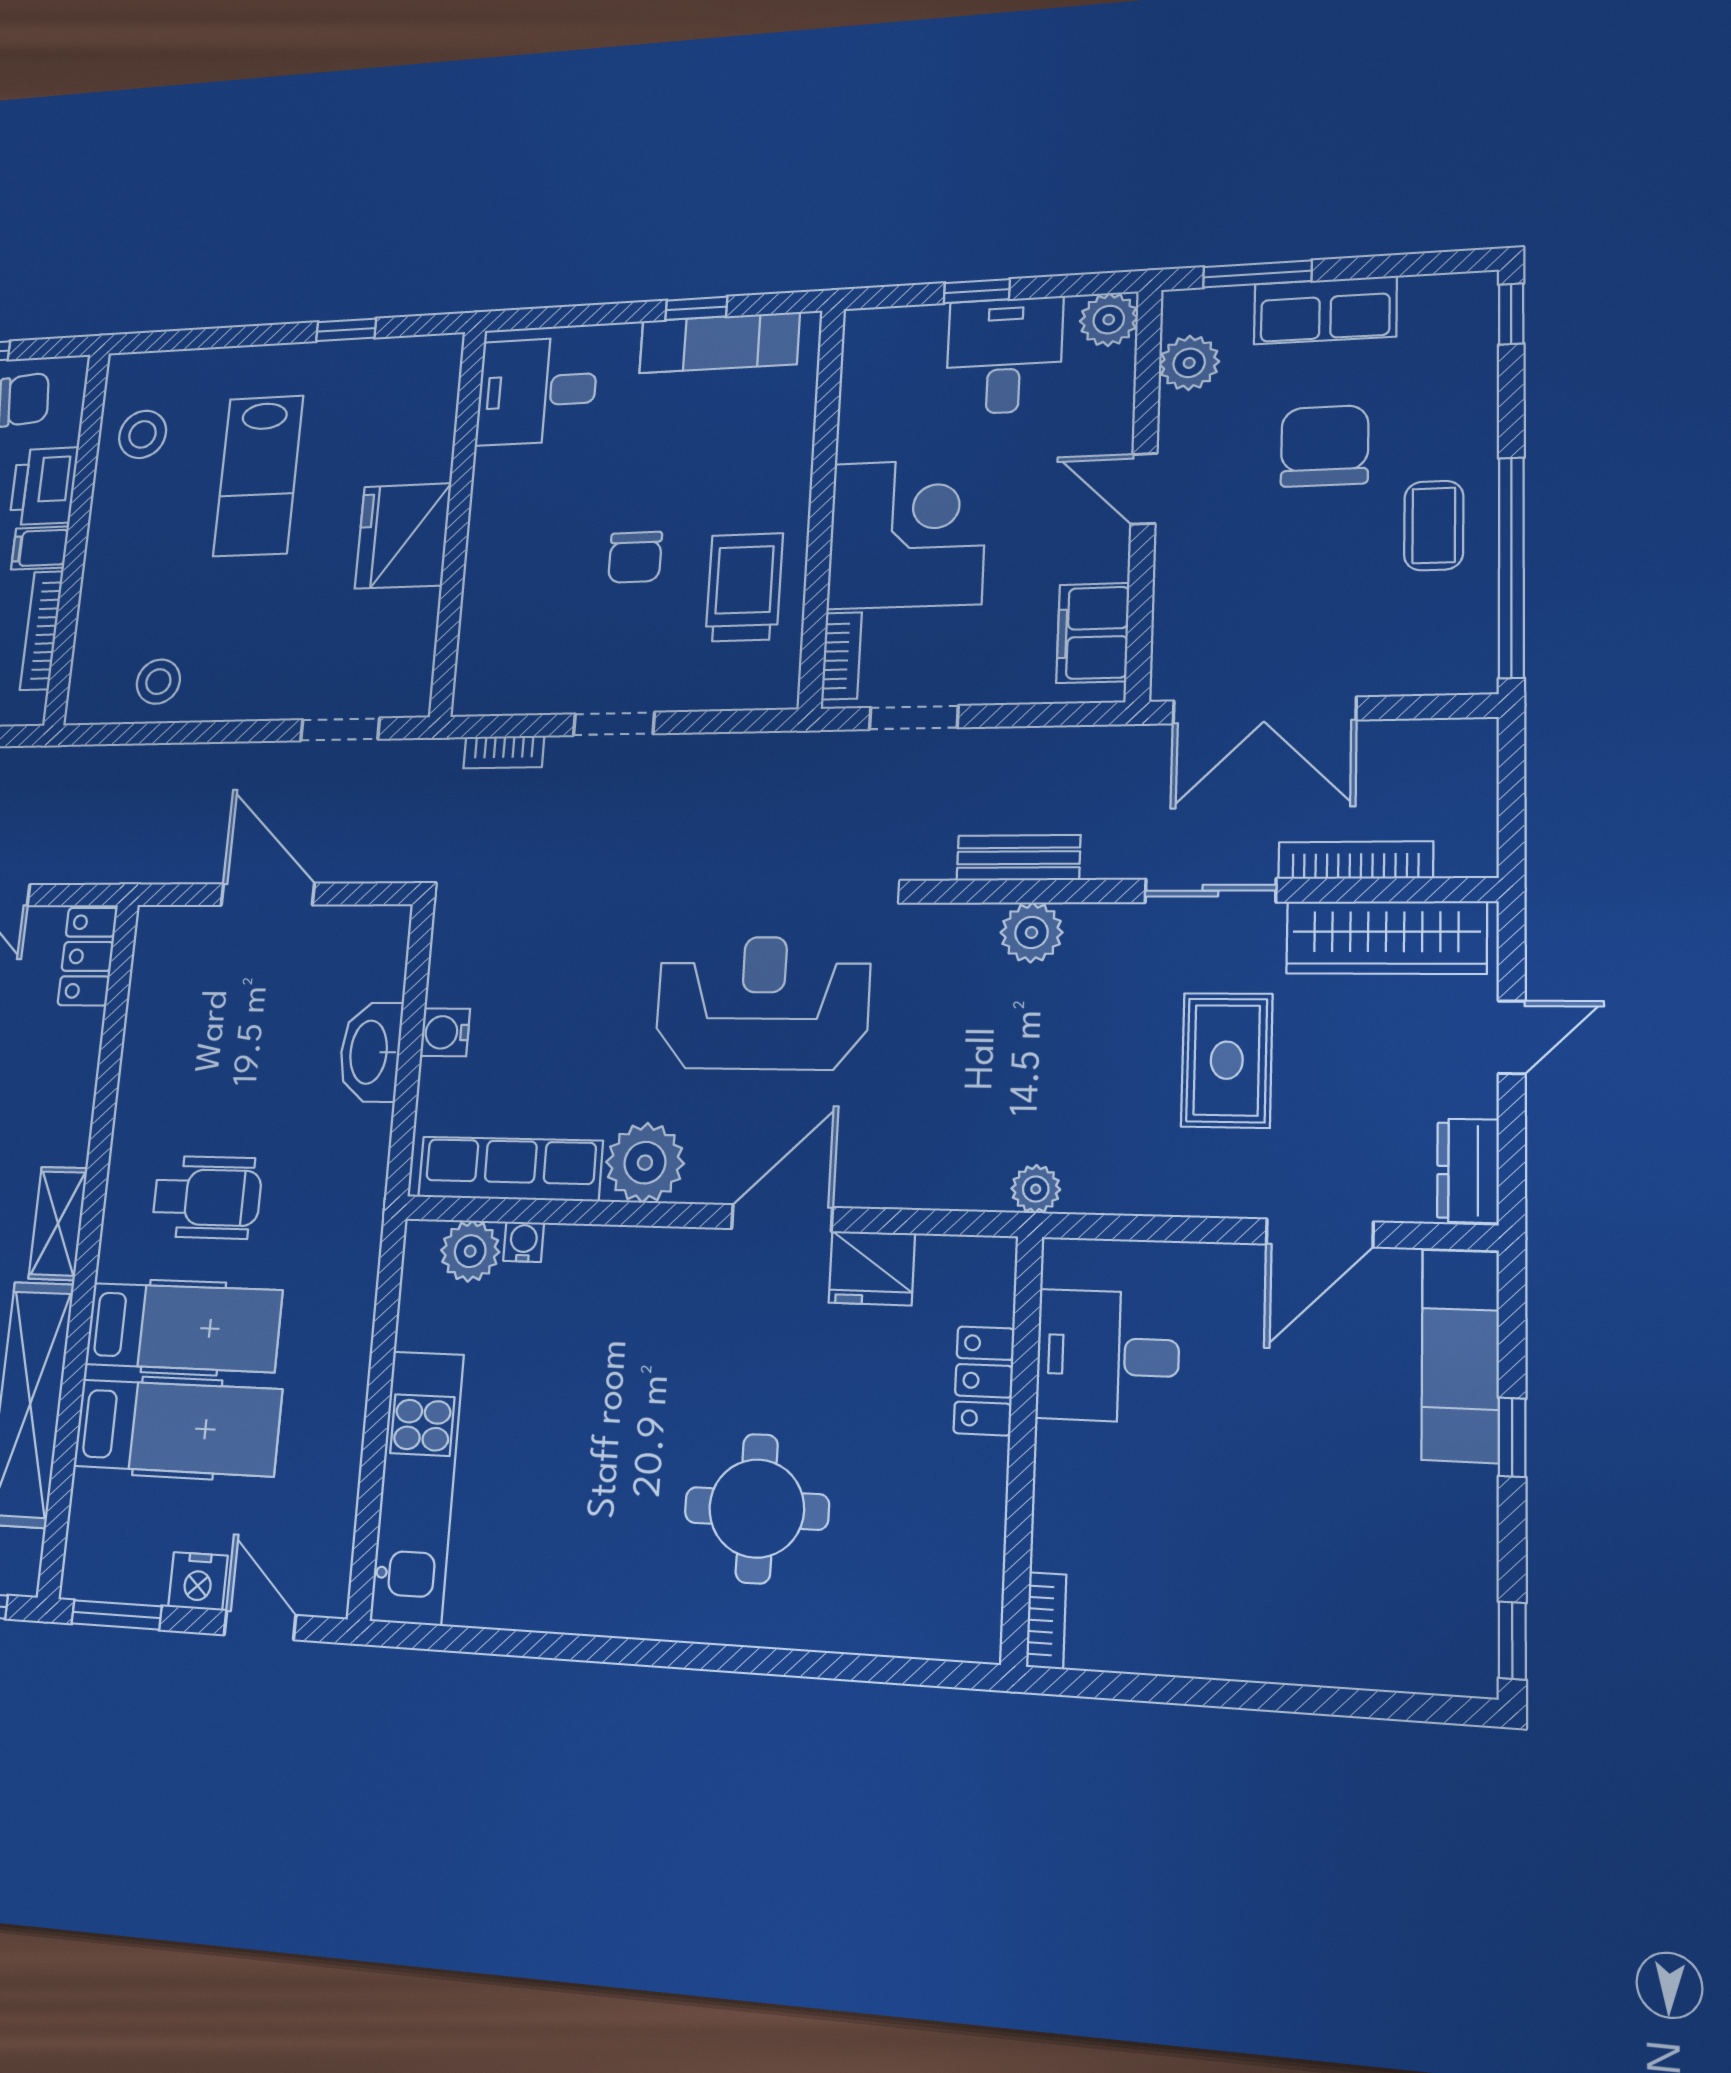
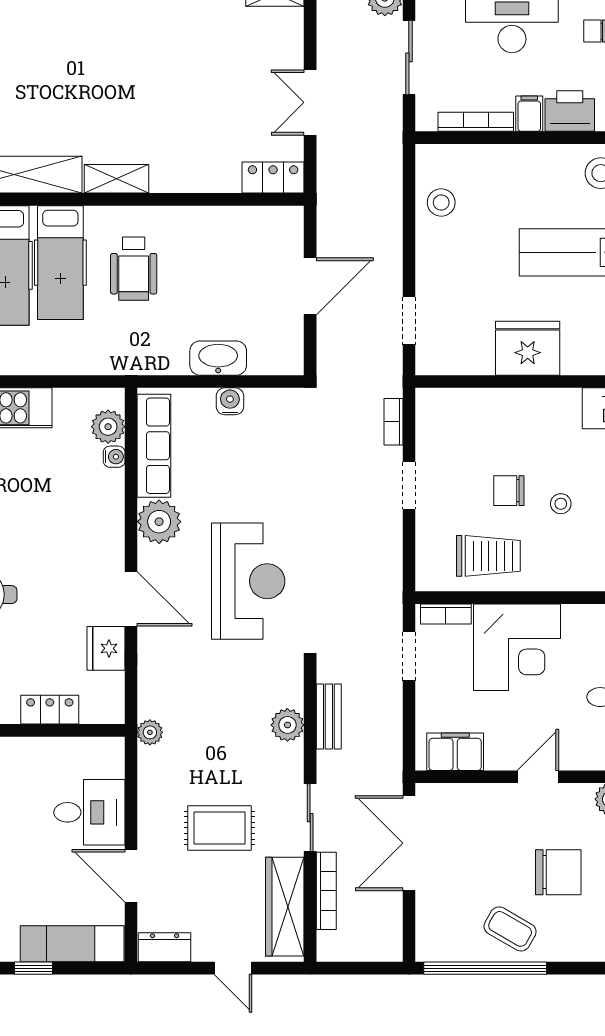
stool: (663, 472) -> (561, 504), added
coffee table: (1434, 526) -> (510, 929), turned 30
desk: (1108, 1356) -> (89, 812), moved, turned 90

